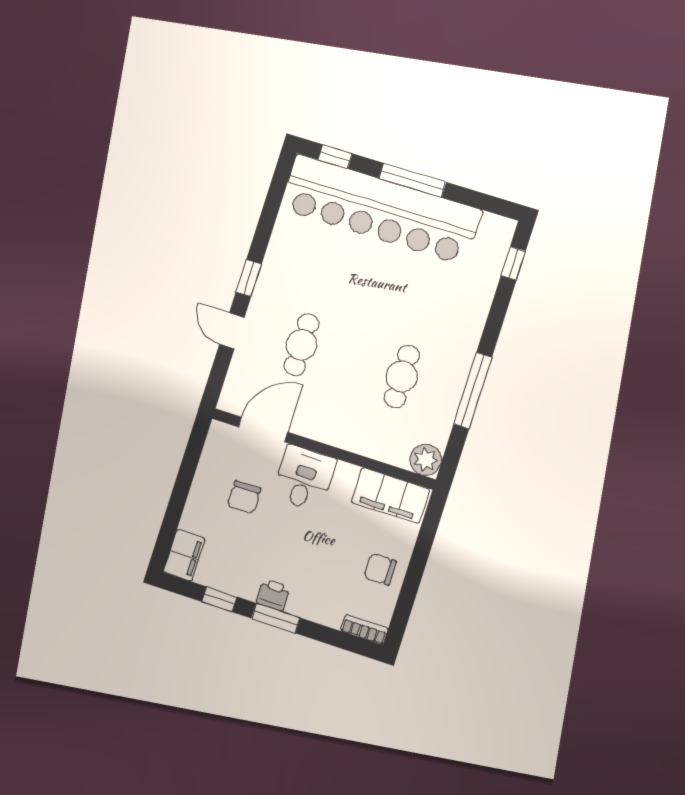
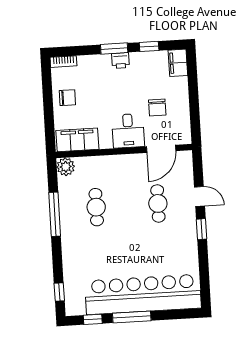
window: (335, 157) -> (93, 319), moved
chair: (244, 497) -> (157, 108), turned 180

